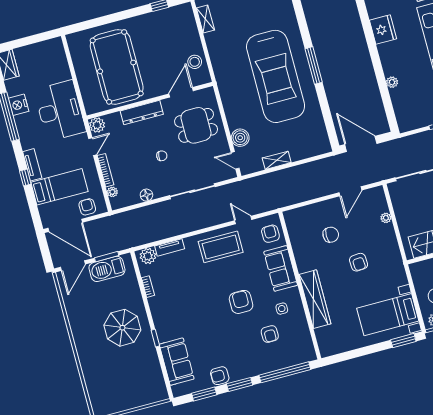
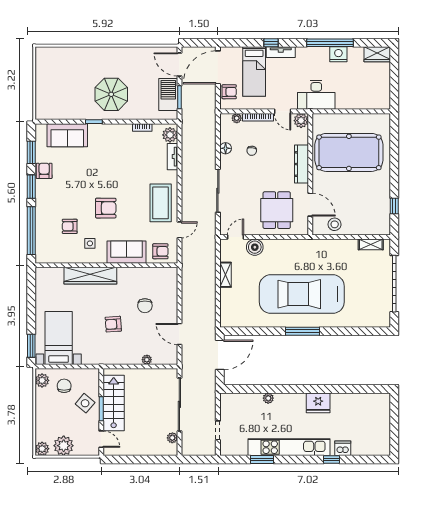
desk: (60, 111) -> (316, 95), width x0.73, depth x0.77
chair: (162, 156) -> (252, 151), moved

